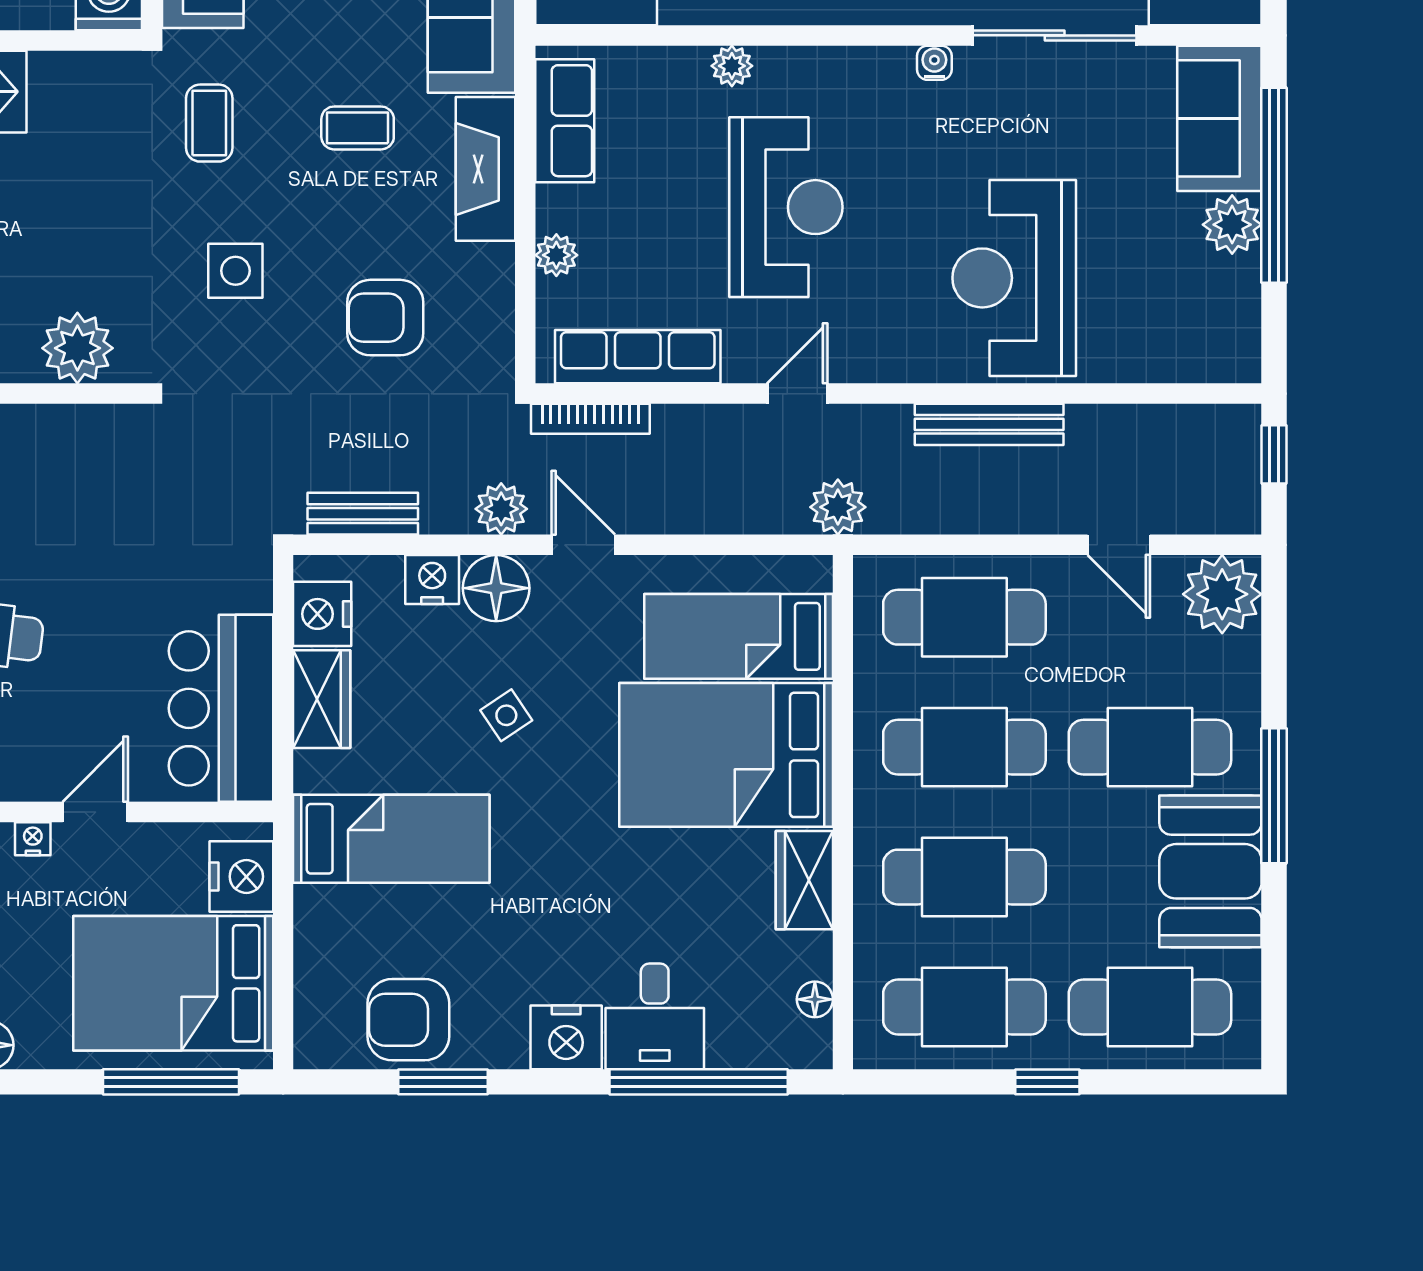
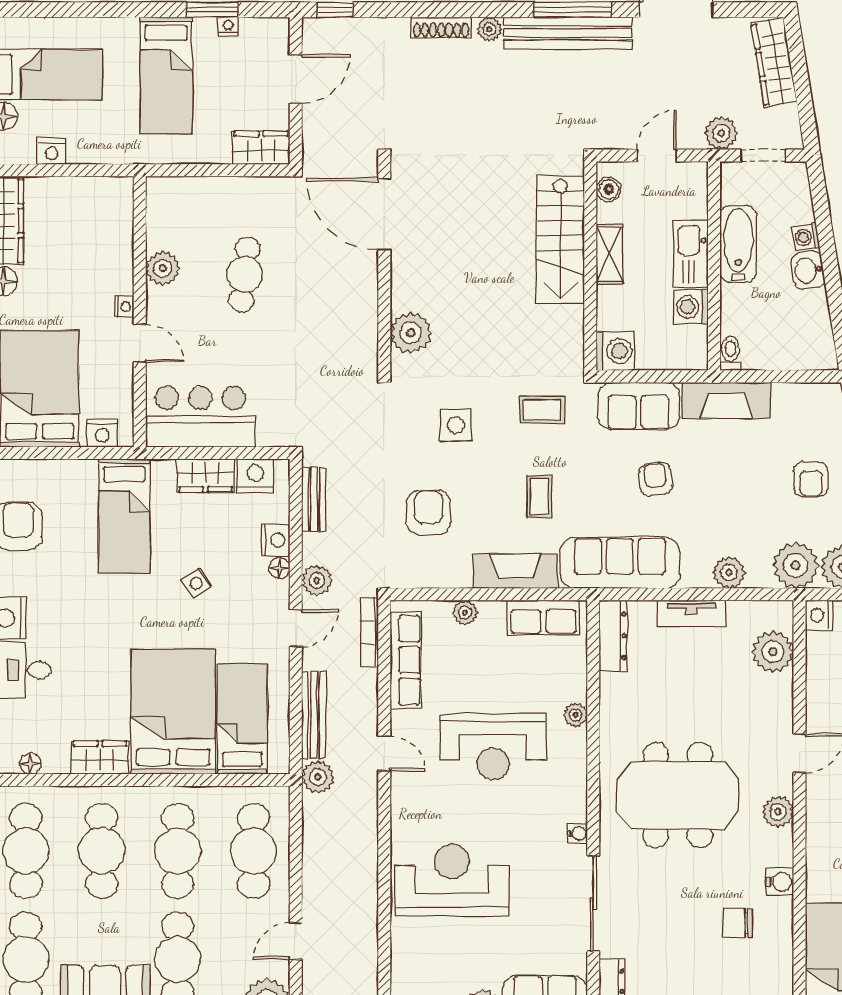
bench: (989, 424) -> (314, 715), moved
floor lamp: (496, 588) -> (280, 568), width x0.53, depth x0.53
nightstand: (241, 877) -> (102, 433), width x0.74, depth x0.75

